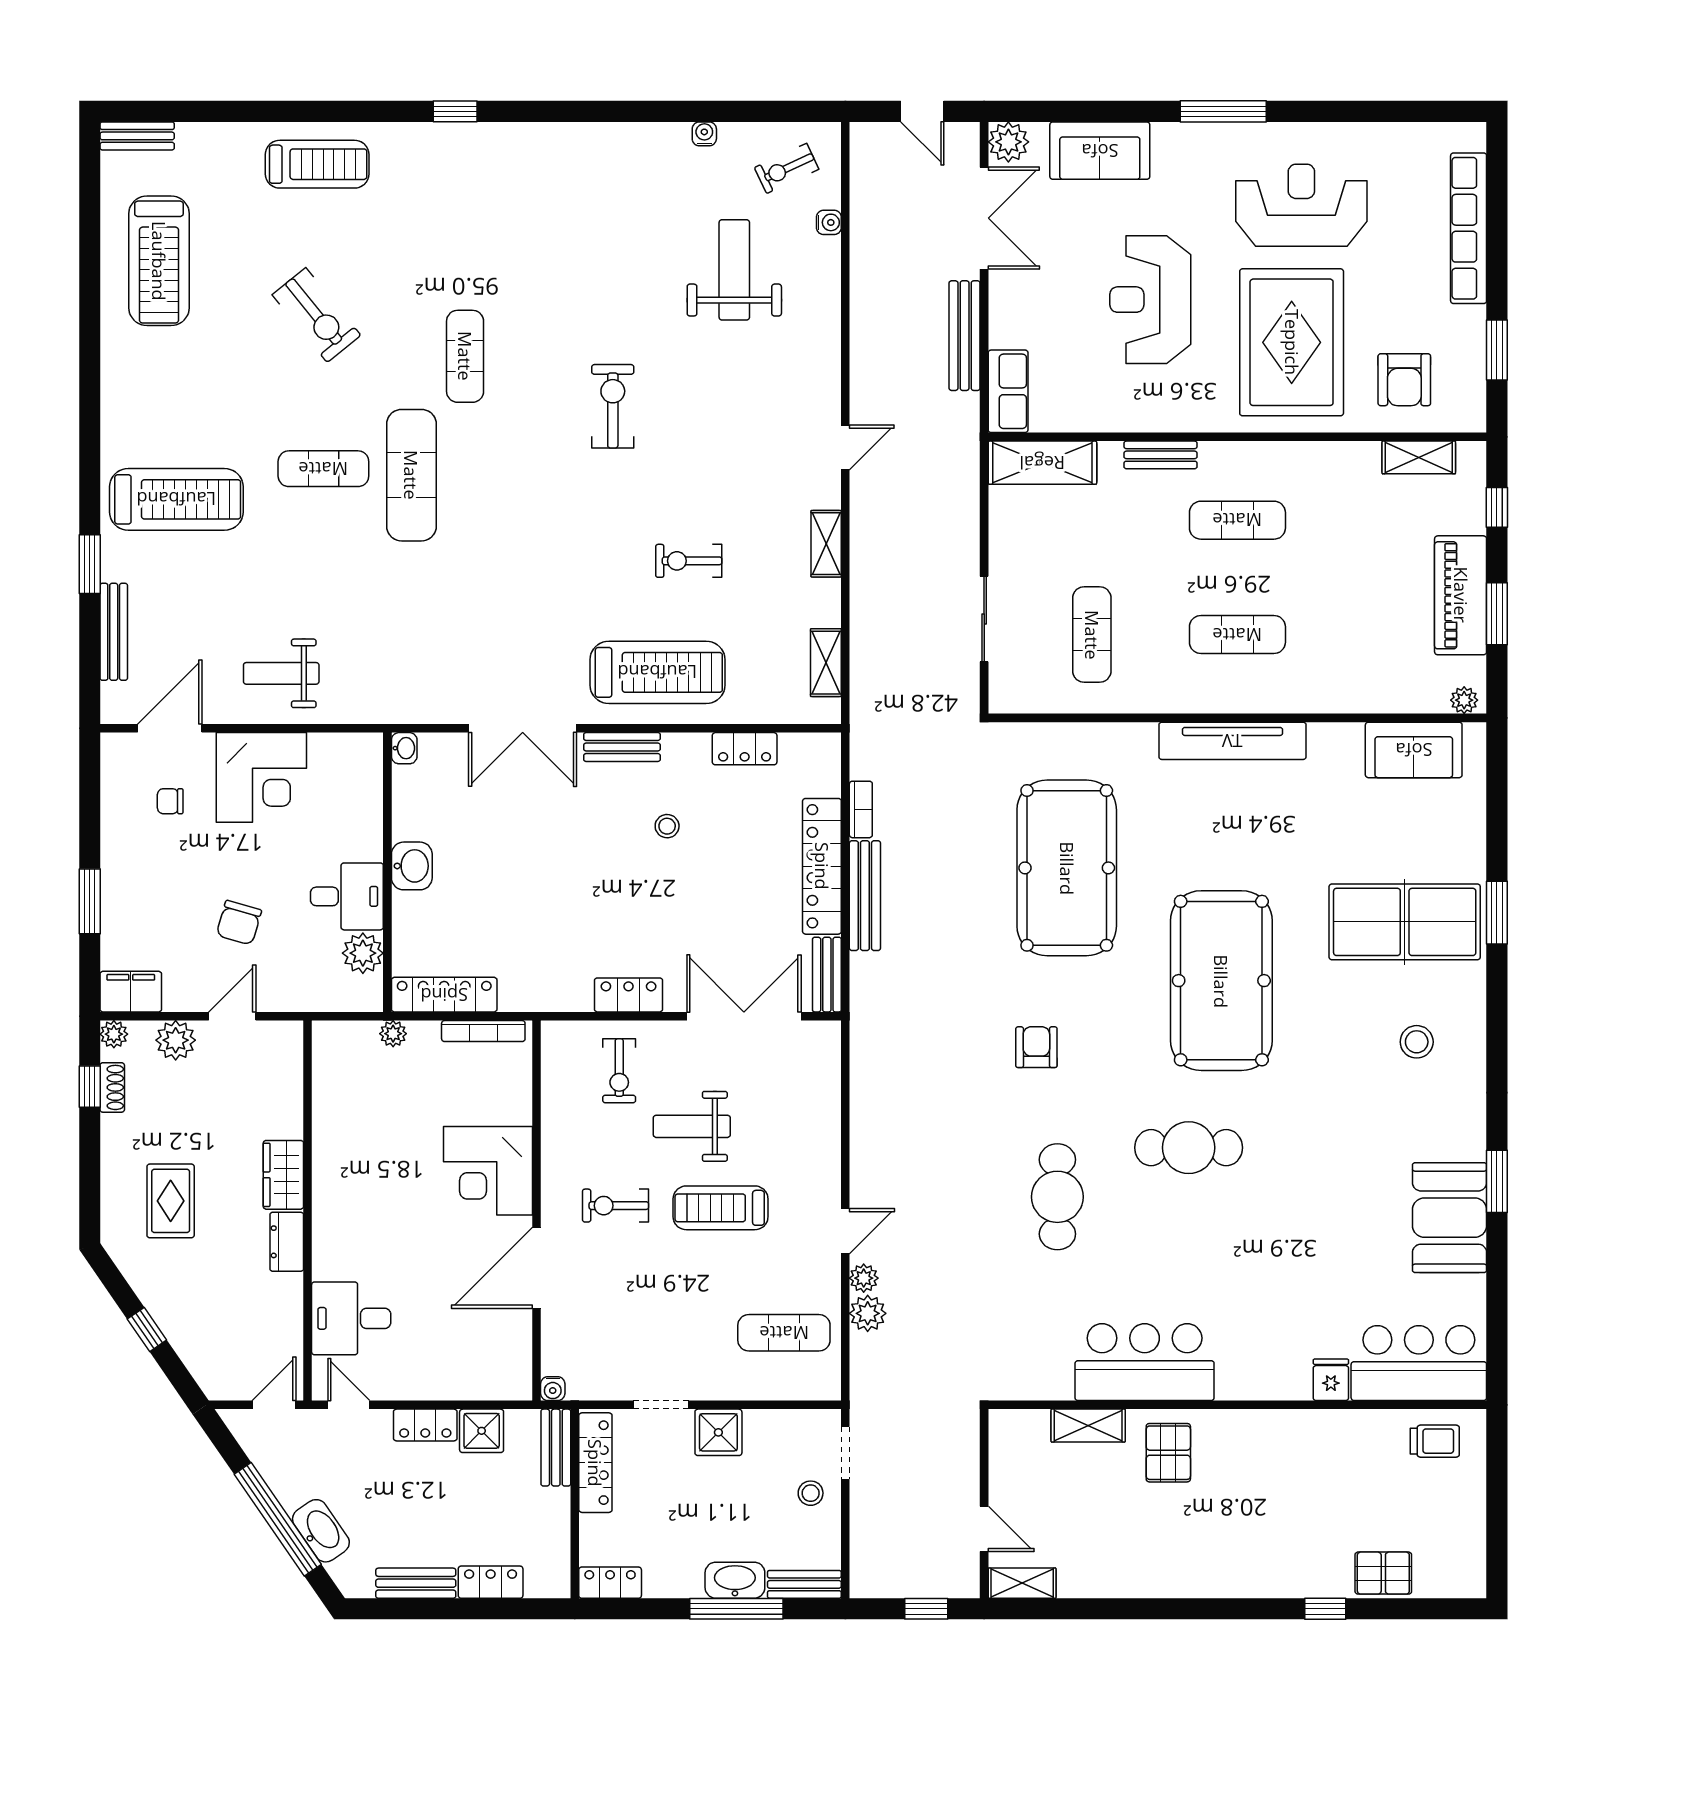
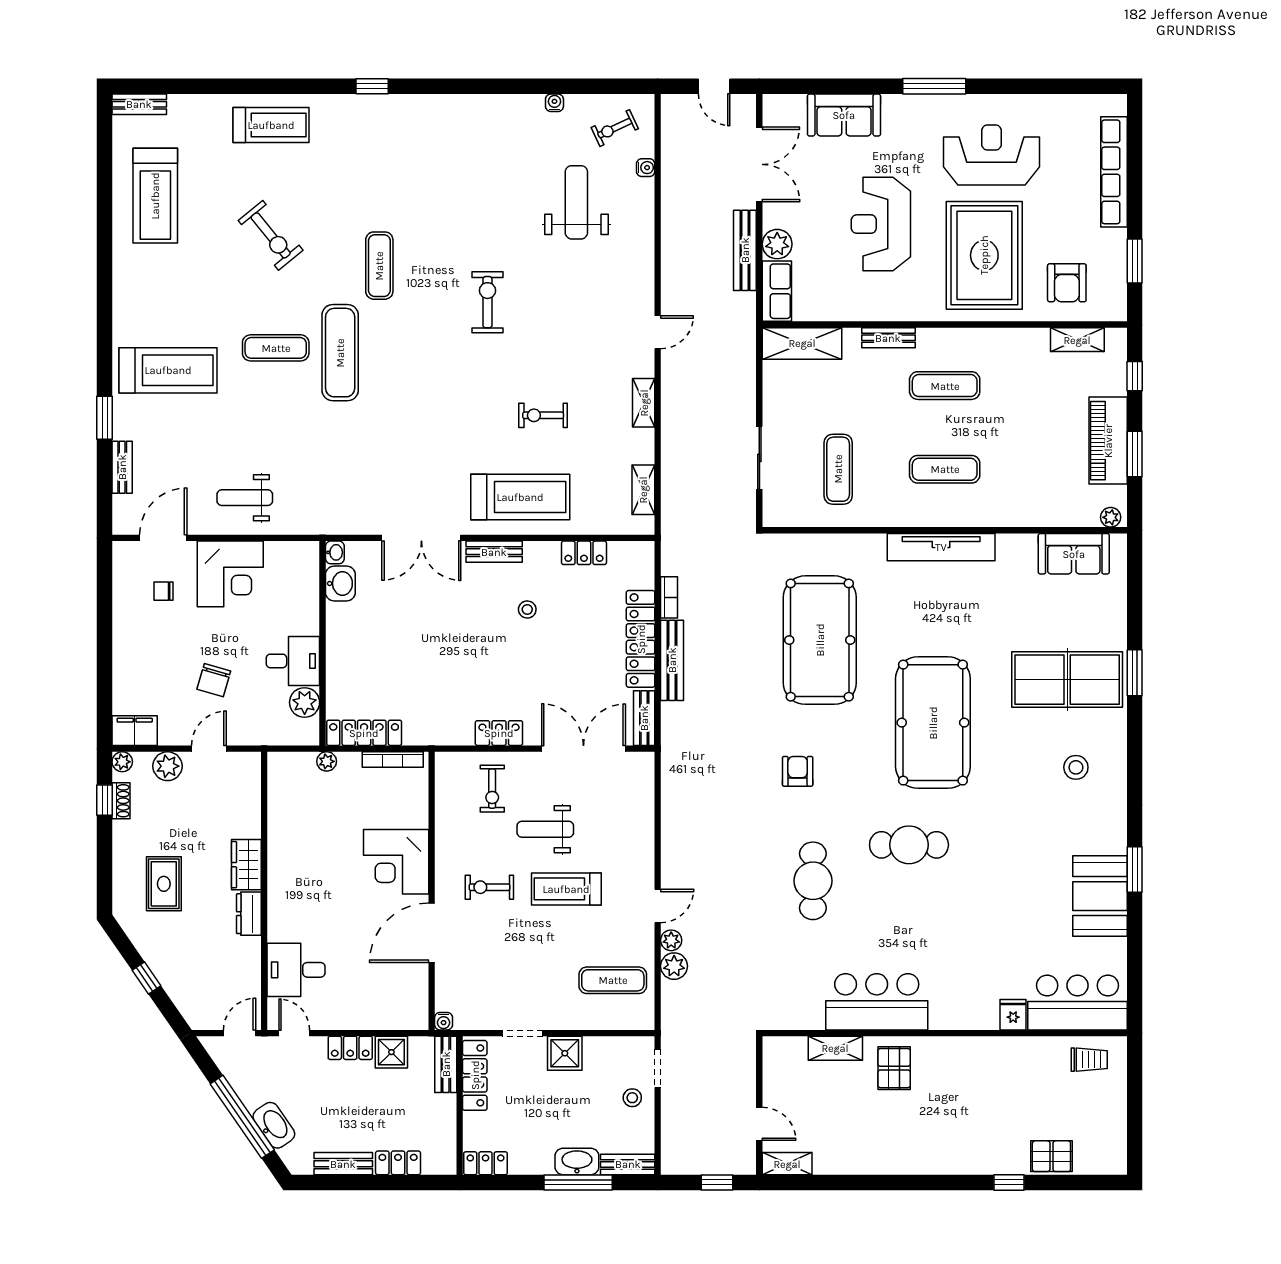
plant: (1008, 142) -> (777, 244), moved
bench: (114, 632) -> (122, 467), width x0.73
washbasin: (412, 866) -> (340, 583), moved
window: (90, 901) -> (105, 665), removed

